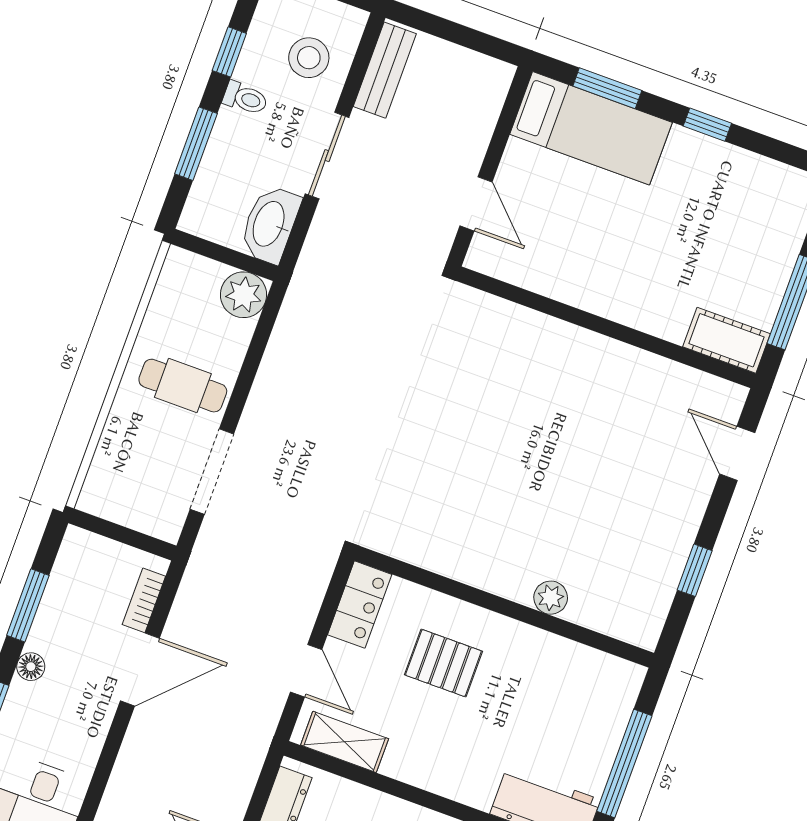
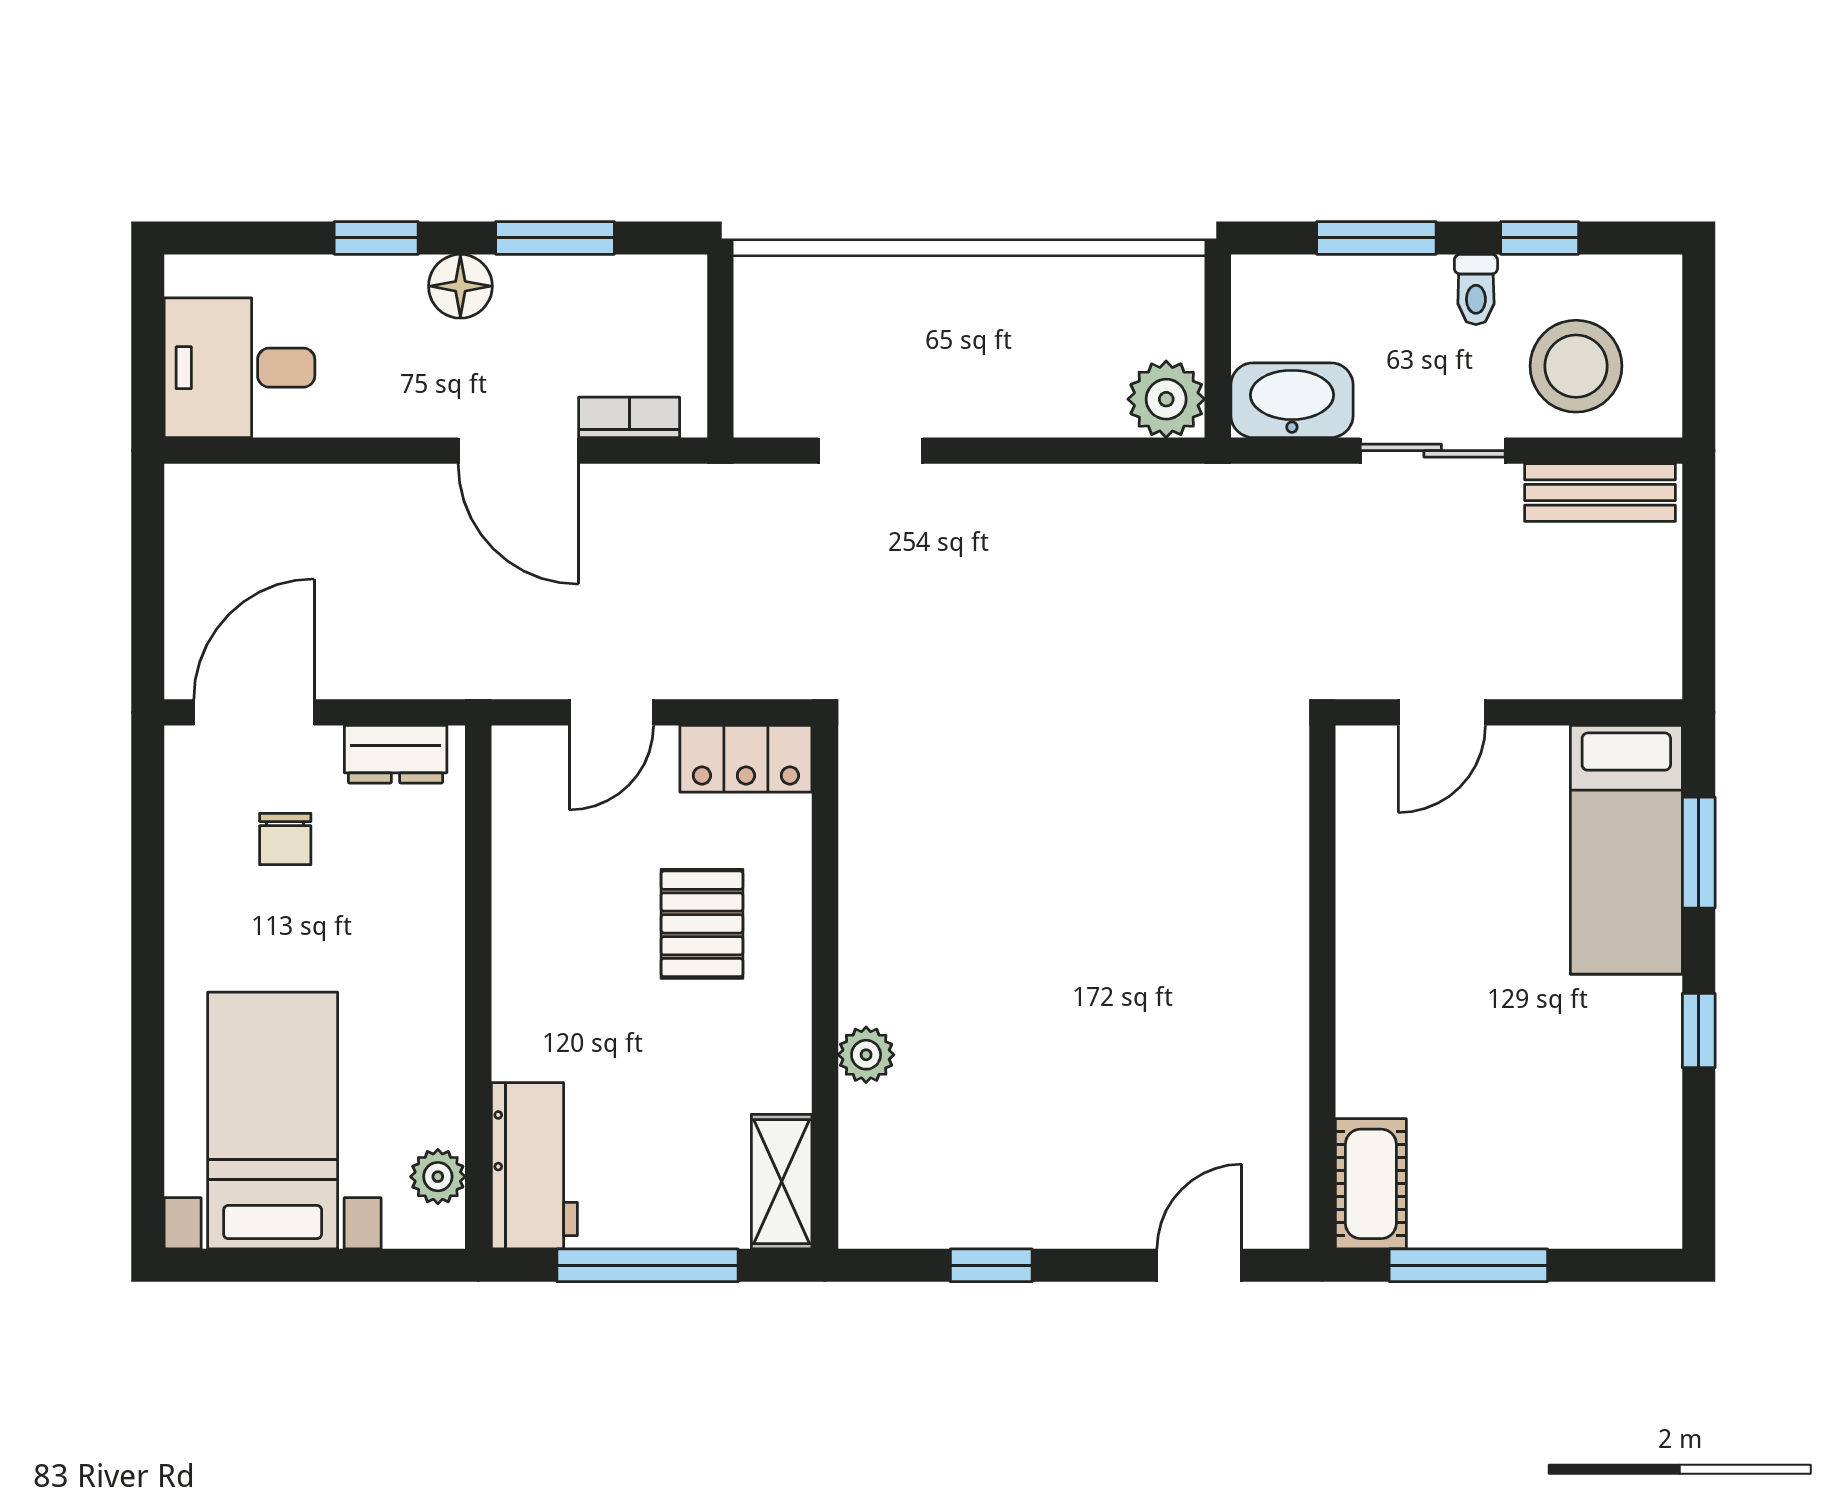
stool: (309, 58) -> (1576, 366), width x1.38, depth x1.38
cafe table: (183, 386) -> (989, 356), removed
doorway: (212, 472) -> (870, 451), width x0.73
floor lamp: (31, 667) -> (460, 286), width x1.37, depth x1.37
shelving: (345, 742) -> (782, 1182), moved

